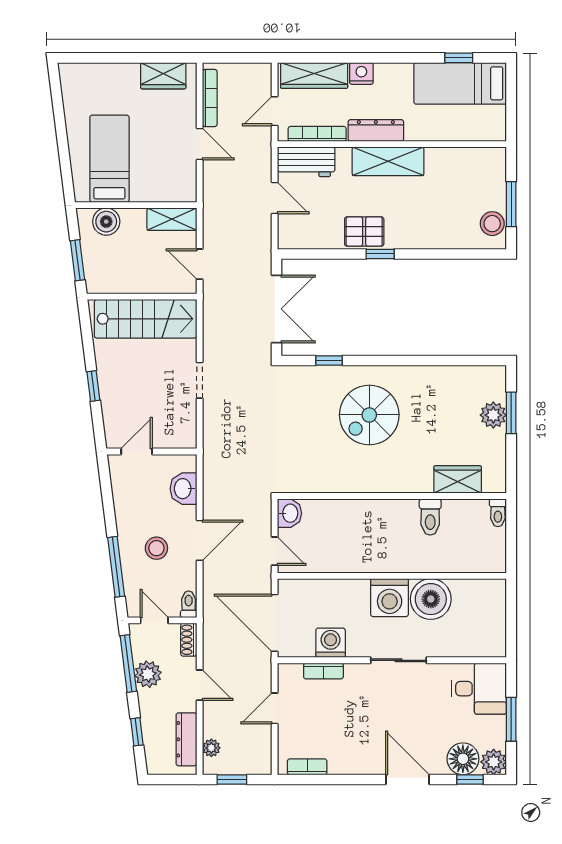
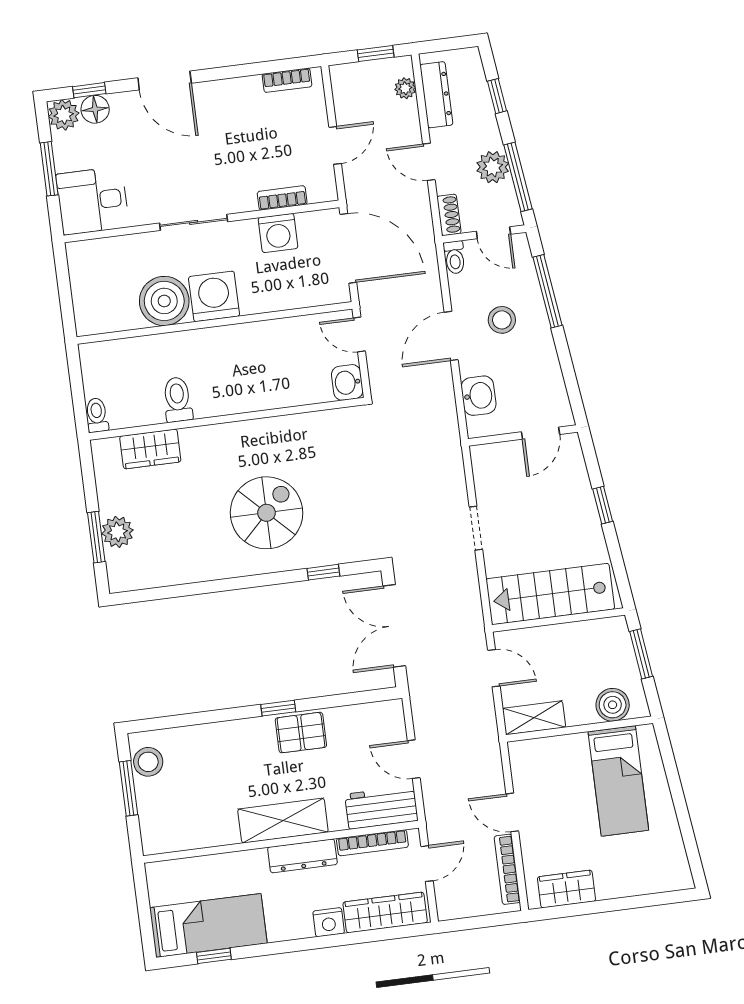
floor lamp: (463, 759) -> (95, 109), width x0.73, depth x0.73

